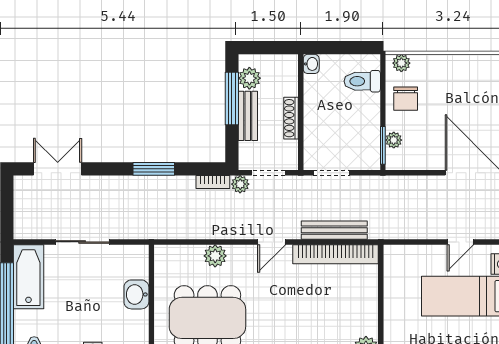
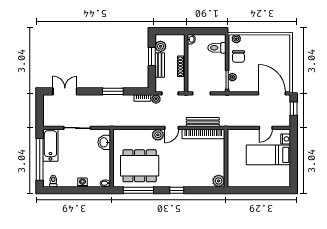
window: (232, 98) -> (152, 56), width x0.69
plant: (215, 256) -> (158, 135), moved
washbasin: (136, 294) -> (104, 142), moved

